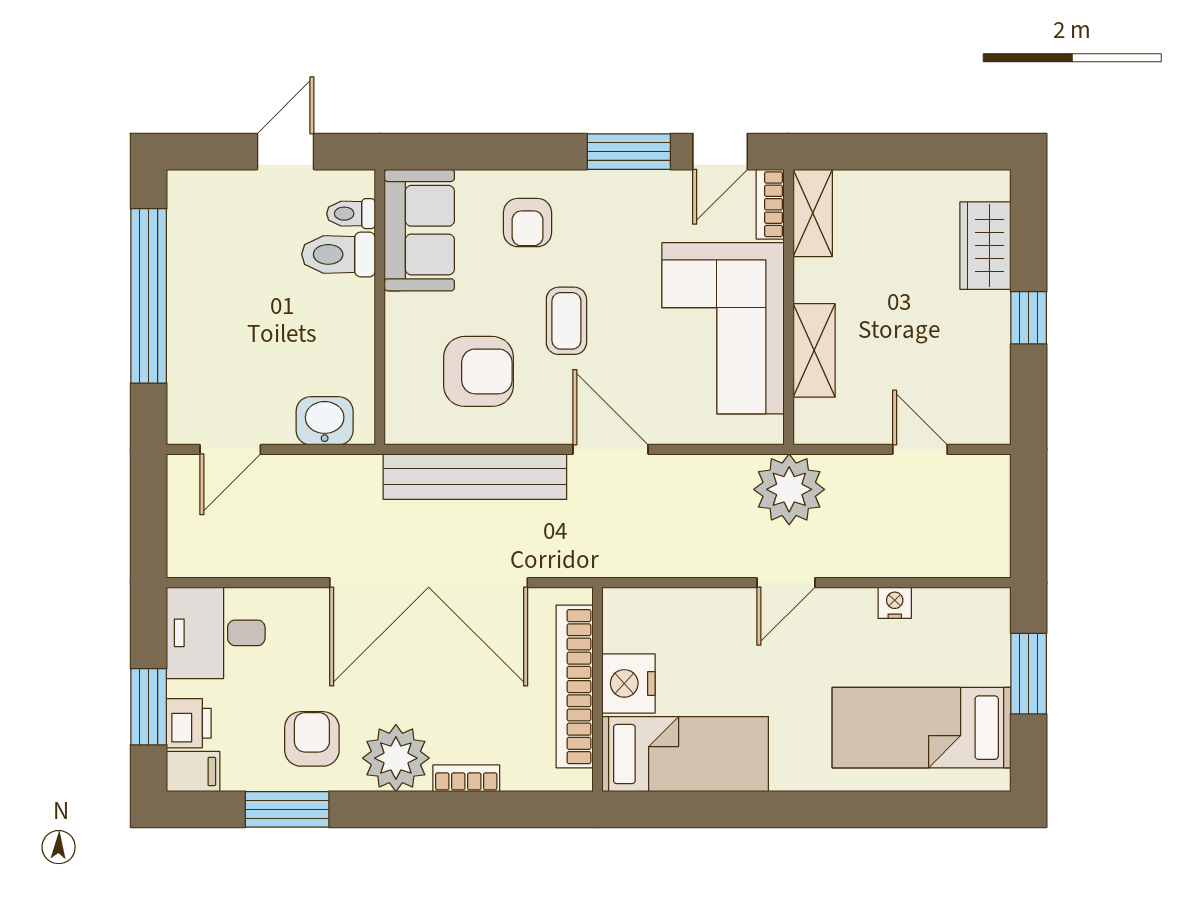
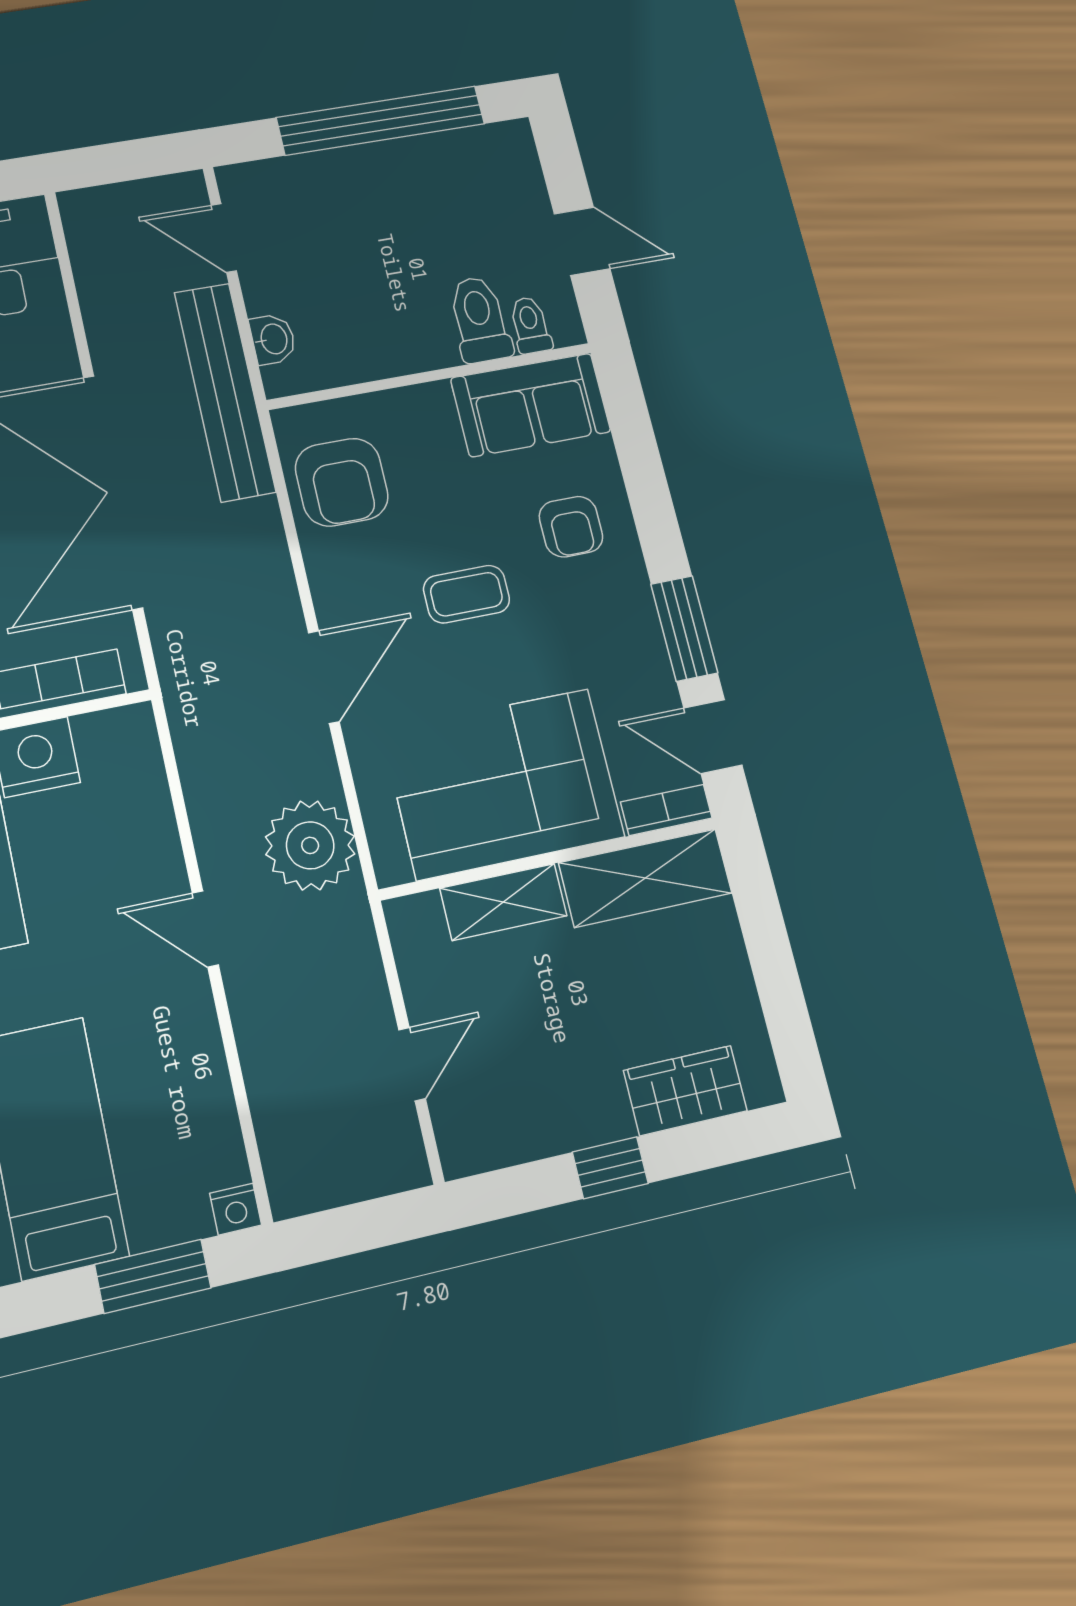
shelving: (813, 213) -> (645, 878), width x1.50, depth x1.33
armchair: (528, 223) -> (571, 527), turned -90
armchair: (478, 371) -> (342, 482), moved
washbasin: (325, 421) -> (273, 339), width x0.72, depth x0.69
bench: (475, 477) -> (225, 392), moved
plant: (789, 489) -> (310, 845), moved
nightstand: (895, 603) -> (236, 1209), moved, turned 90

